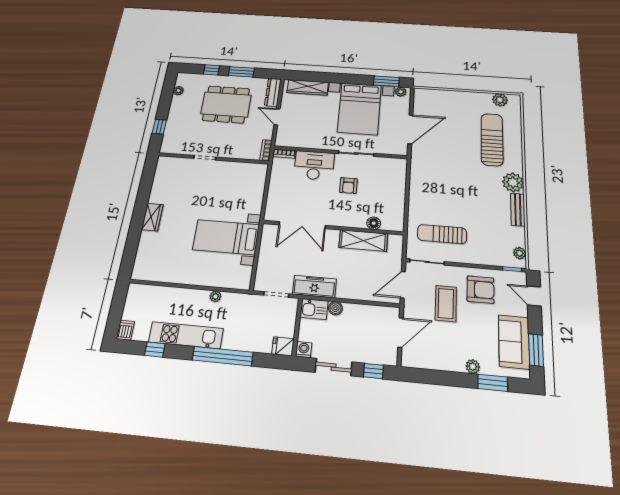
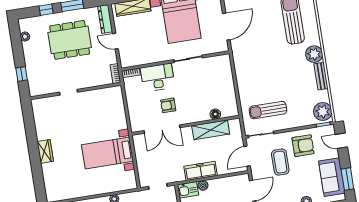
armchair: (348, 186) -> (168, 105), moved, turned 90
plant: (520, 253) -> (323, 111), width x1.88, depth x1.88
freezer: (314, 287) -> (201, 171), moved

